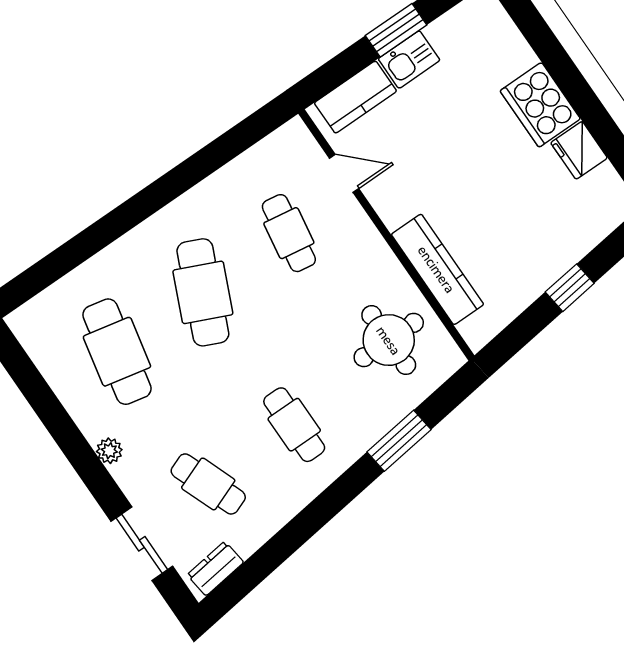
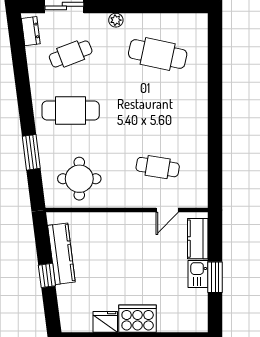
kitchen counter: (437, 269) -> (61, 254), moved, turned -97
cafe table: (203, 292) -> (158, 111), removed
cafe table: (294, 425) -> (71, 111), width x1.37, depth x1.35

